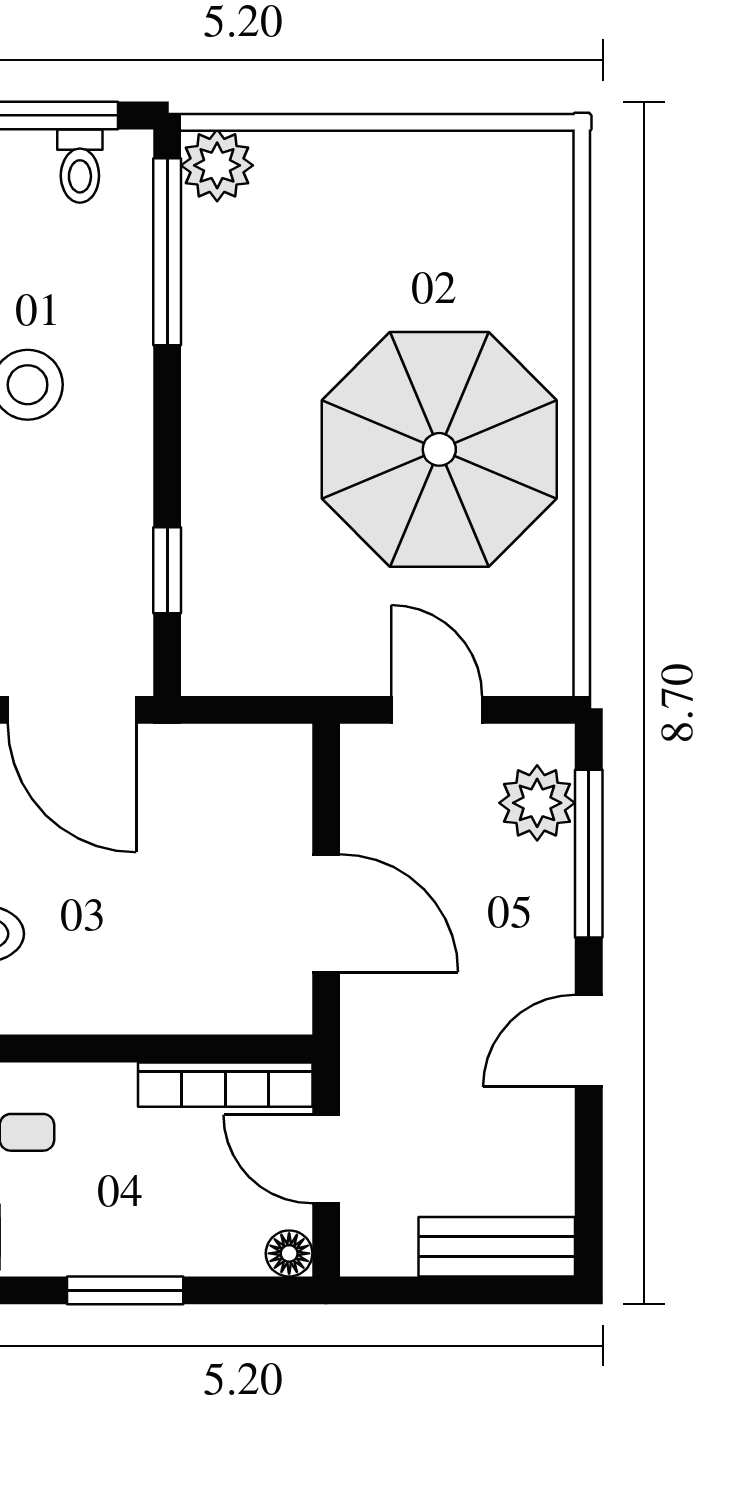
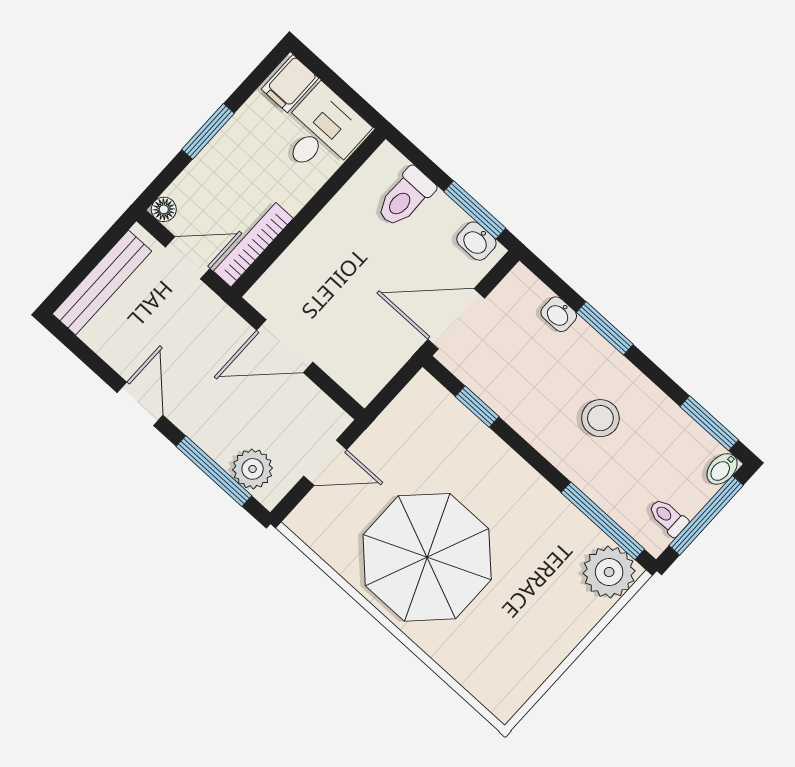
plant: (217, 165) -> (609, 572), width x1.36, depth x1.36
bench: (497, 1247) -> (102, 283), width x1.36

